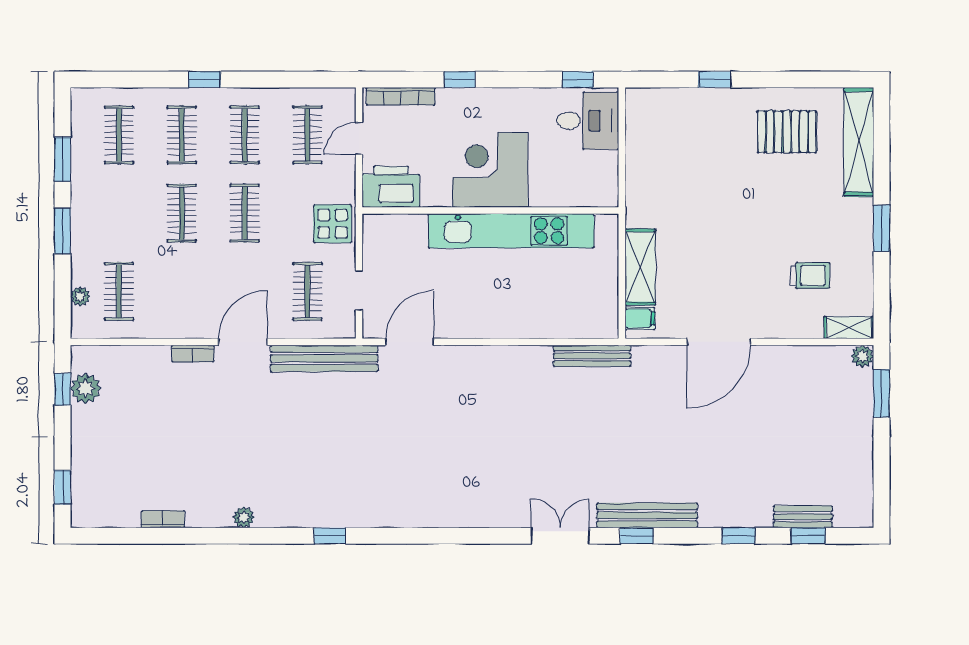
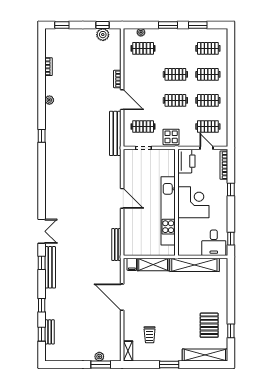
window: (204, 80) -> (231, 84), removed
window: (715, 80) -> (231, 331), moved
shelving: (641, 167) -> (194, 265), added
door: (410, 342) -> (122, 198), moved
plant: (862, 356) -> (99, 357), moved

